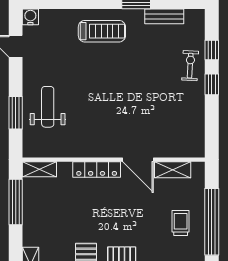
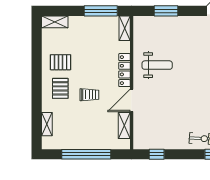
window: (212, 84) -> (157, 154), moved
weight bench: (48, 107) -> (157, 65), moved
trolley: (181, 223) -> (89, 95), moved

